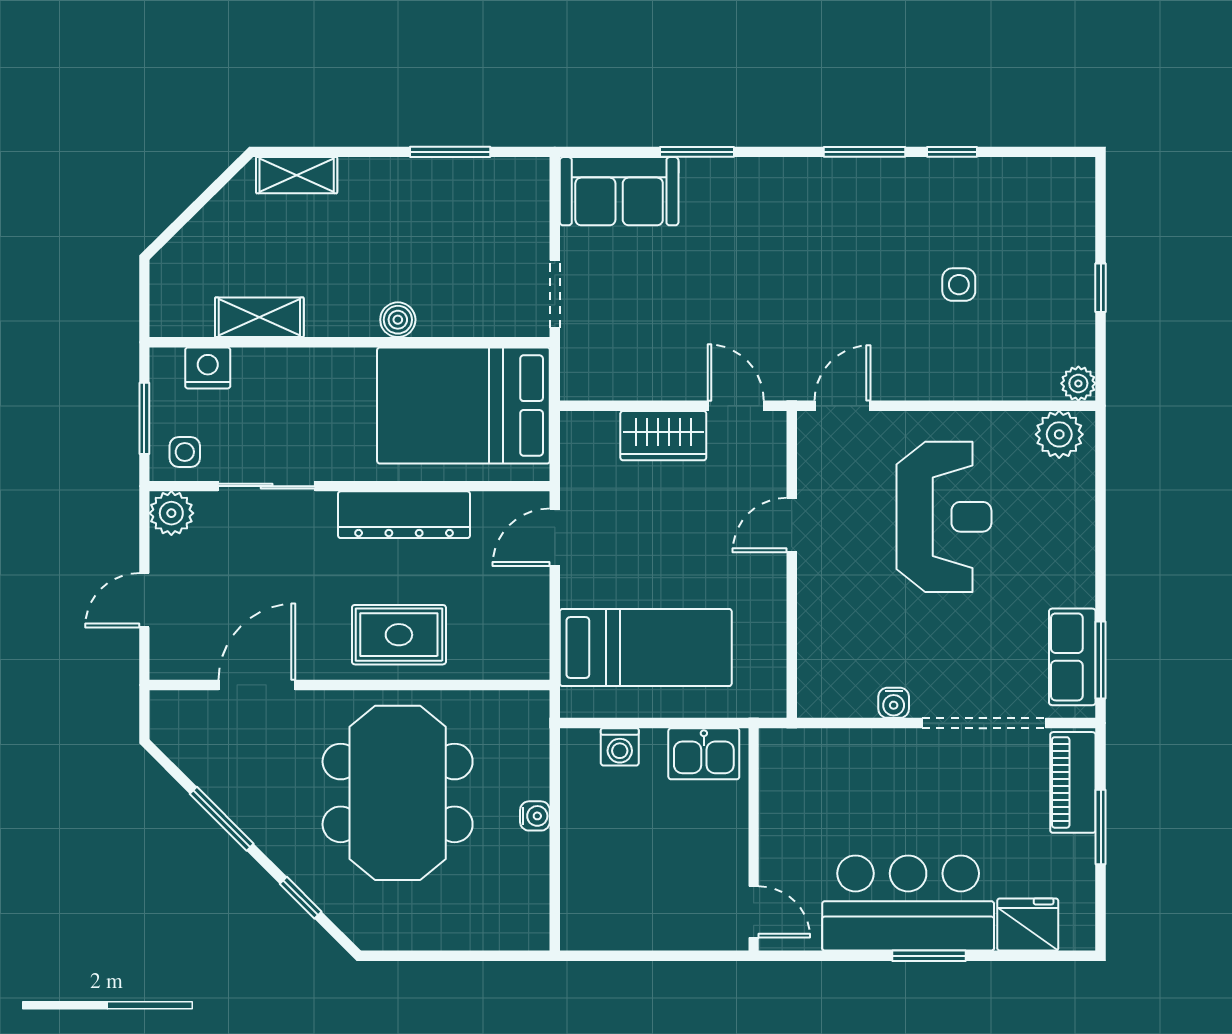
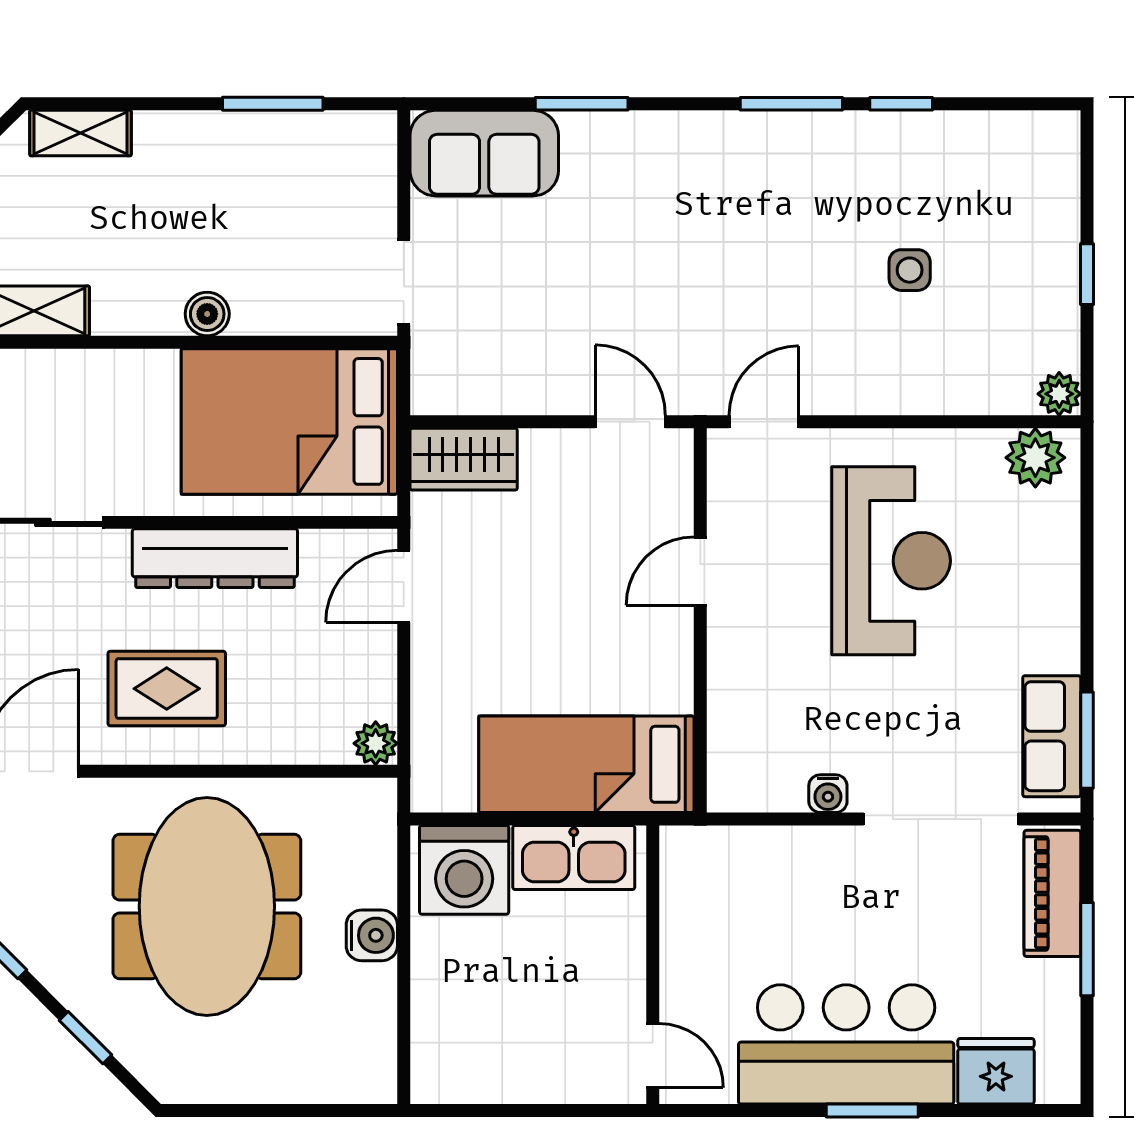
wardrobe: (663, 436) -> (464, 459), moved
rug: (399, 635) -> (167, 689), moved
bed: (646, 647) -> (586, 764), moved, turned 180
plant: (532, 663) -> (376, 743), added
washing machine: (620, 747) -> (464, 870), width x1.89, depth x1.89
kitchen sink: (704, 754) -> (574, 858), width x1.38
water cooler: (535, 816) -> (372, 935), width x1.38, depth x1.38

